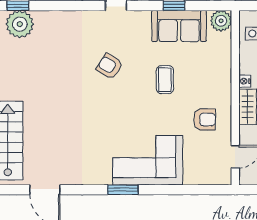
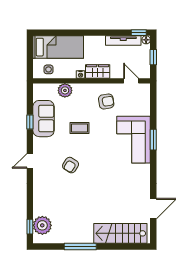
plant: (221, 21) -> (65, 90), moved
armchair: (205, 119) -> (106, 101), turned 81
window: (123, 190) -> (153, 140), moved

